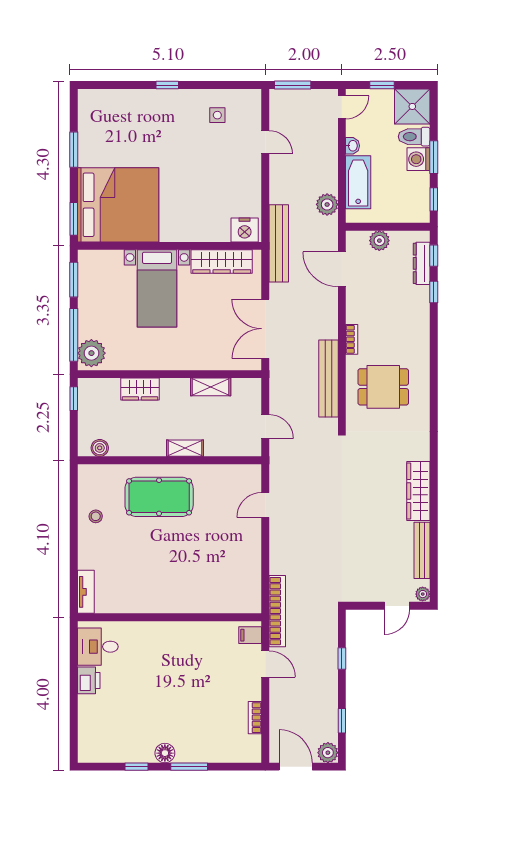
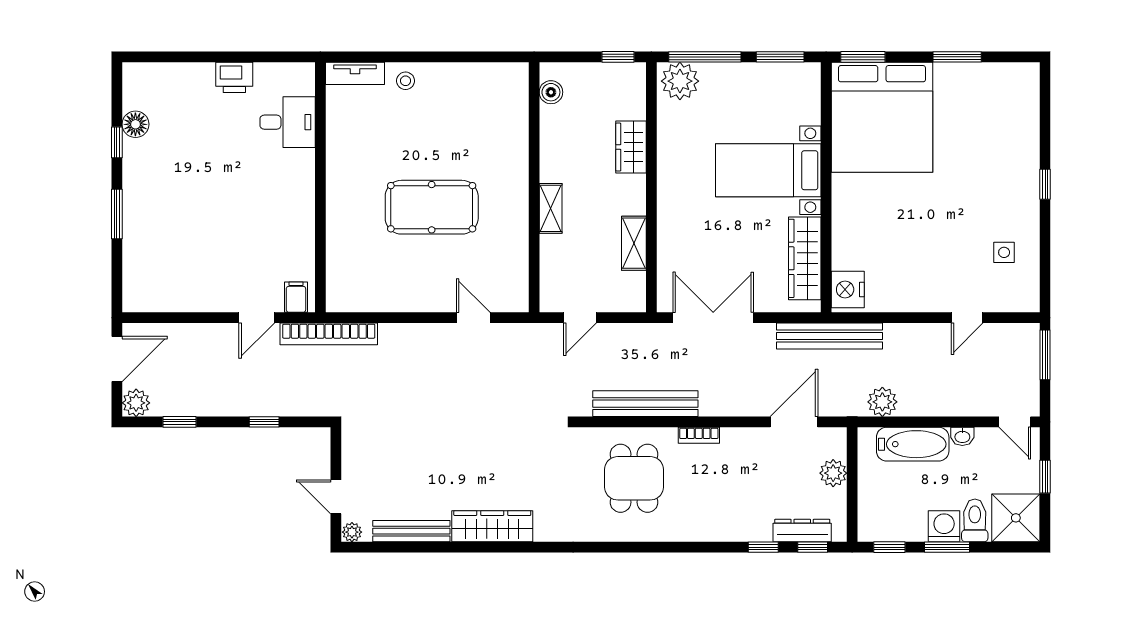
pool table: (159, 497) -> (432, 207), moved, turned 90
stool: (96, 516) -> (406, 81), moved
desk: (98, 647) -> (288, 122), moved, turned 90
bookcase: (255, 718) -> (184, 304), removed
floor lamp: (165, 753) -> (135, 124), moved

